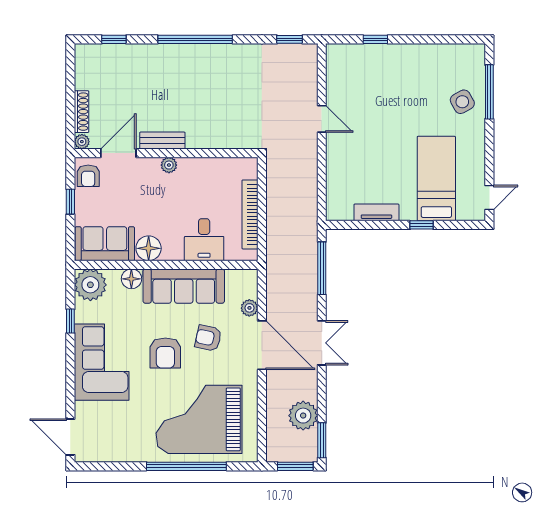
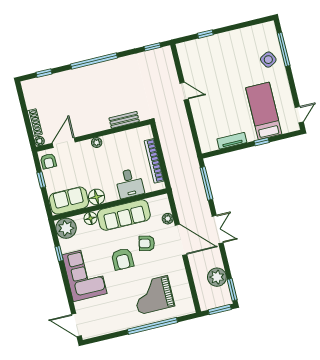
bench: (162, 141) -> (124, 120), moved
grand piano: (199, 419) -> (153, 295), width x0.73, depth x0.68

